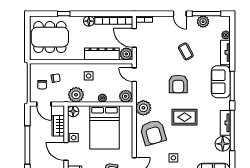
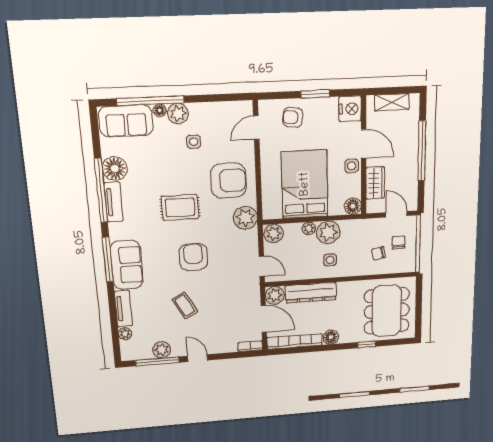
dining table: (50, 37) -> (387, 311), turned 90
plant: (76, 95) -> (328, 232), moved
armchair: (153, 132) -> (228, 181), turned 106

